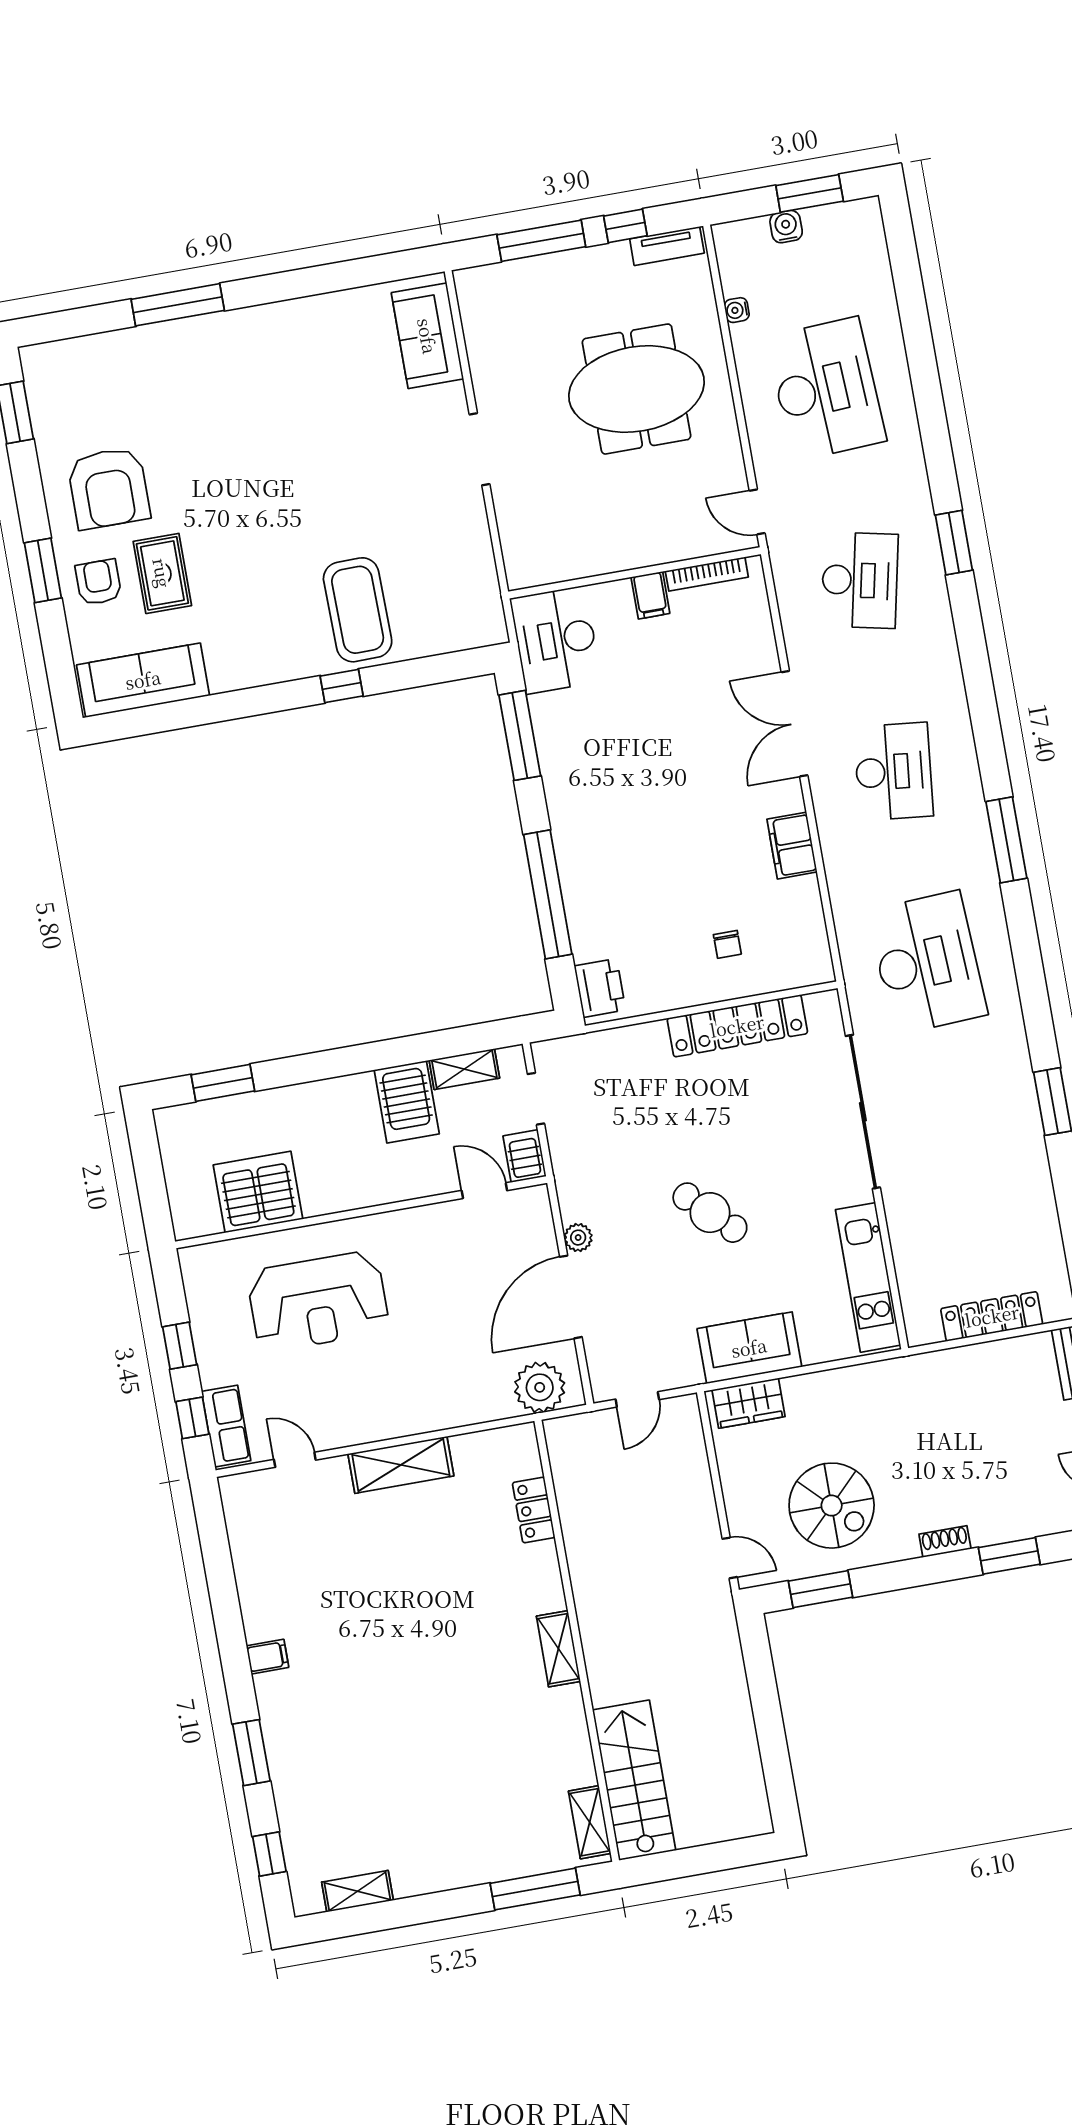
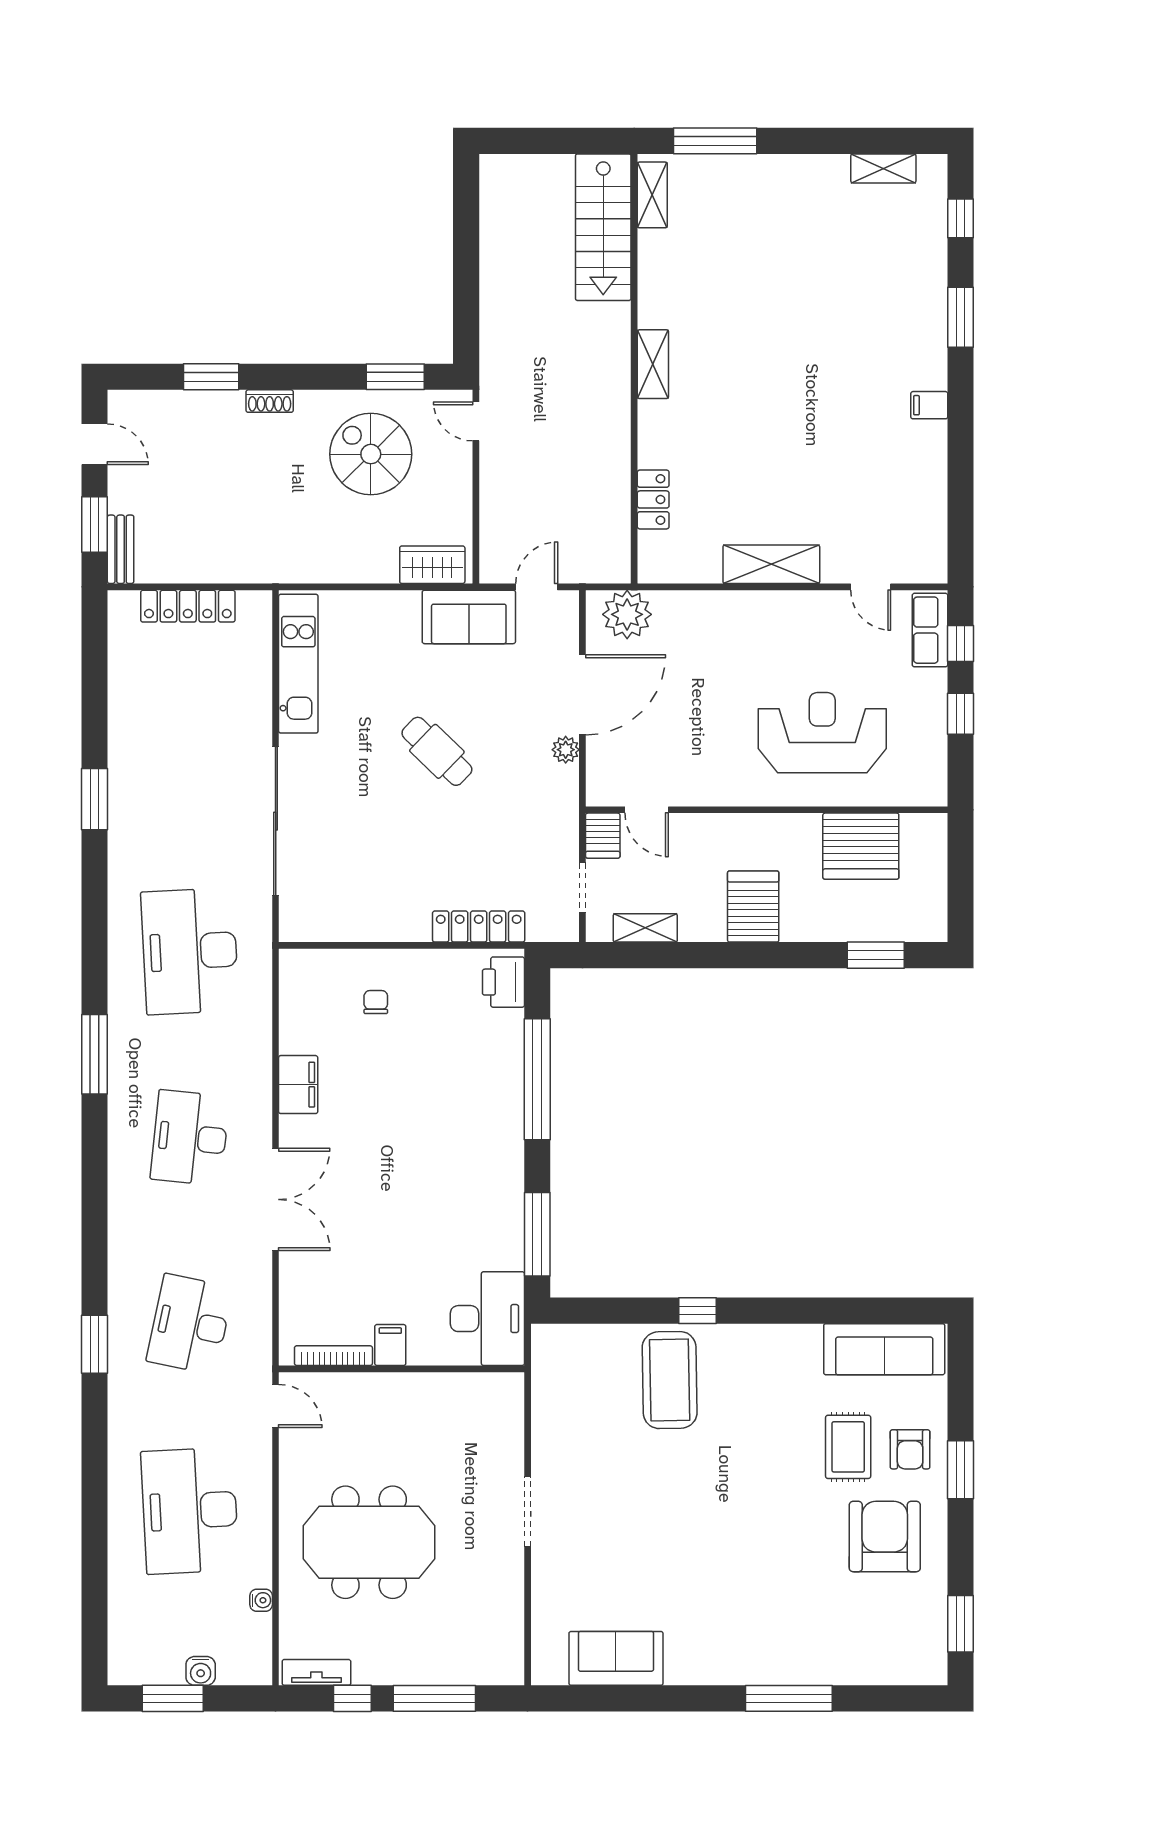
sofa: (427, 336) -> (616, 1658), moved, turned -90
locker: (737, 1026) -> (479, 927), moved, width x0.71, depth x0.83
server rack: (407, 1102) -> (753, 907), moved
sofa: (749, 1348) -> (469, 617), moved

